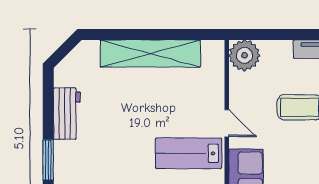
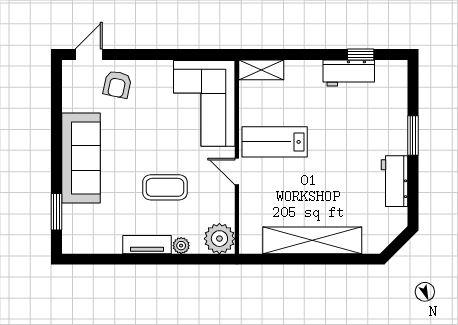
plant: (283, 48) -> (181, 246), added
lab bench: (189, 153) -> (275, 142), turned 180

